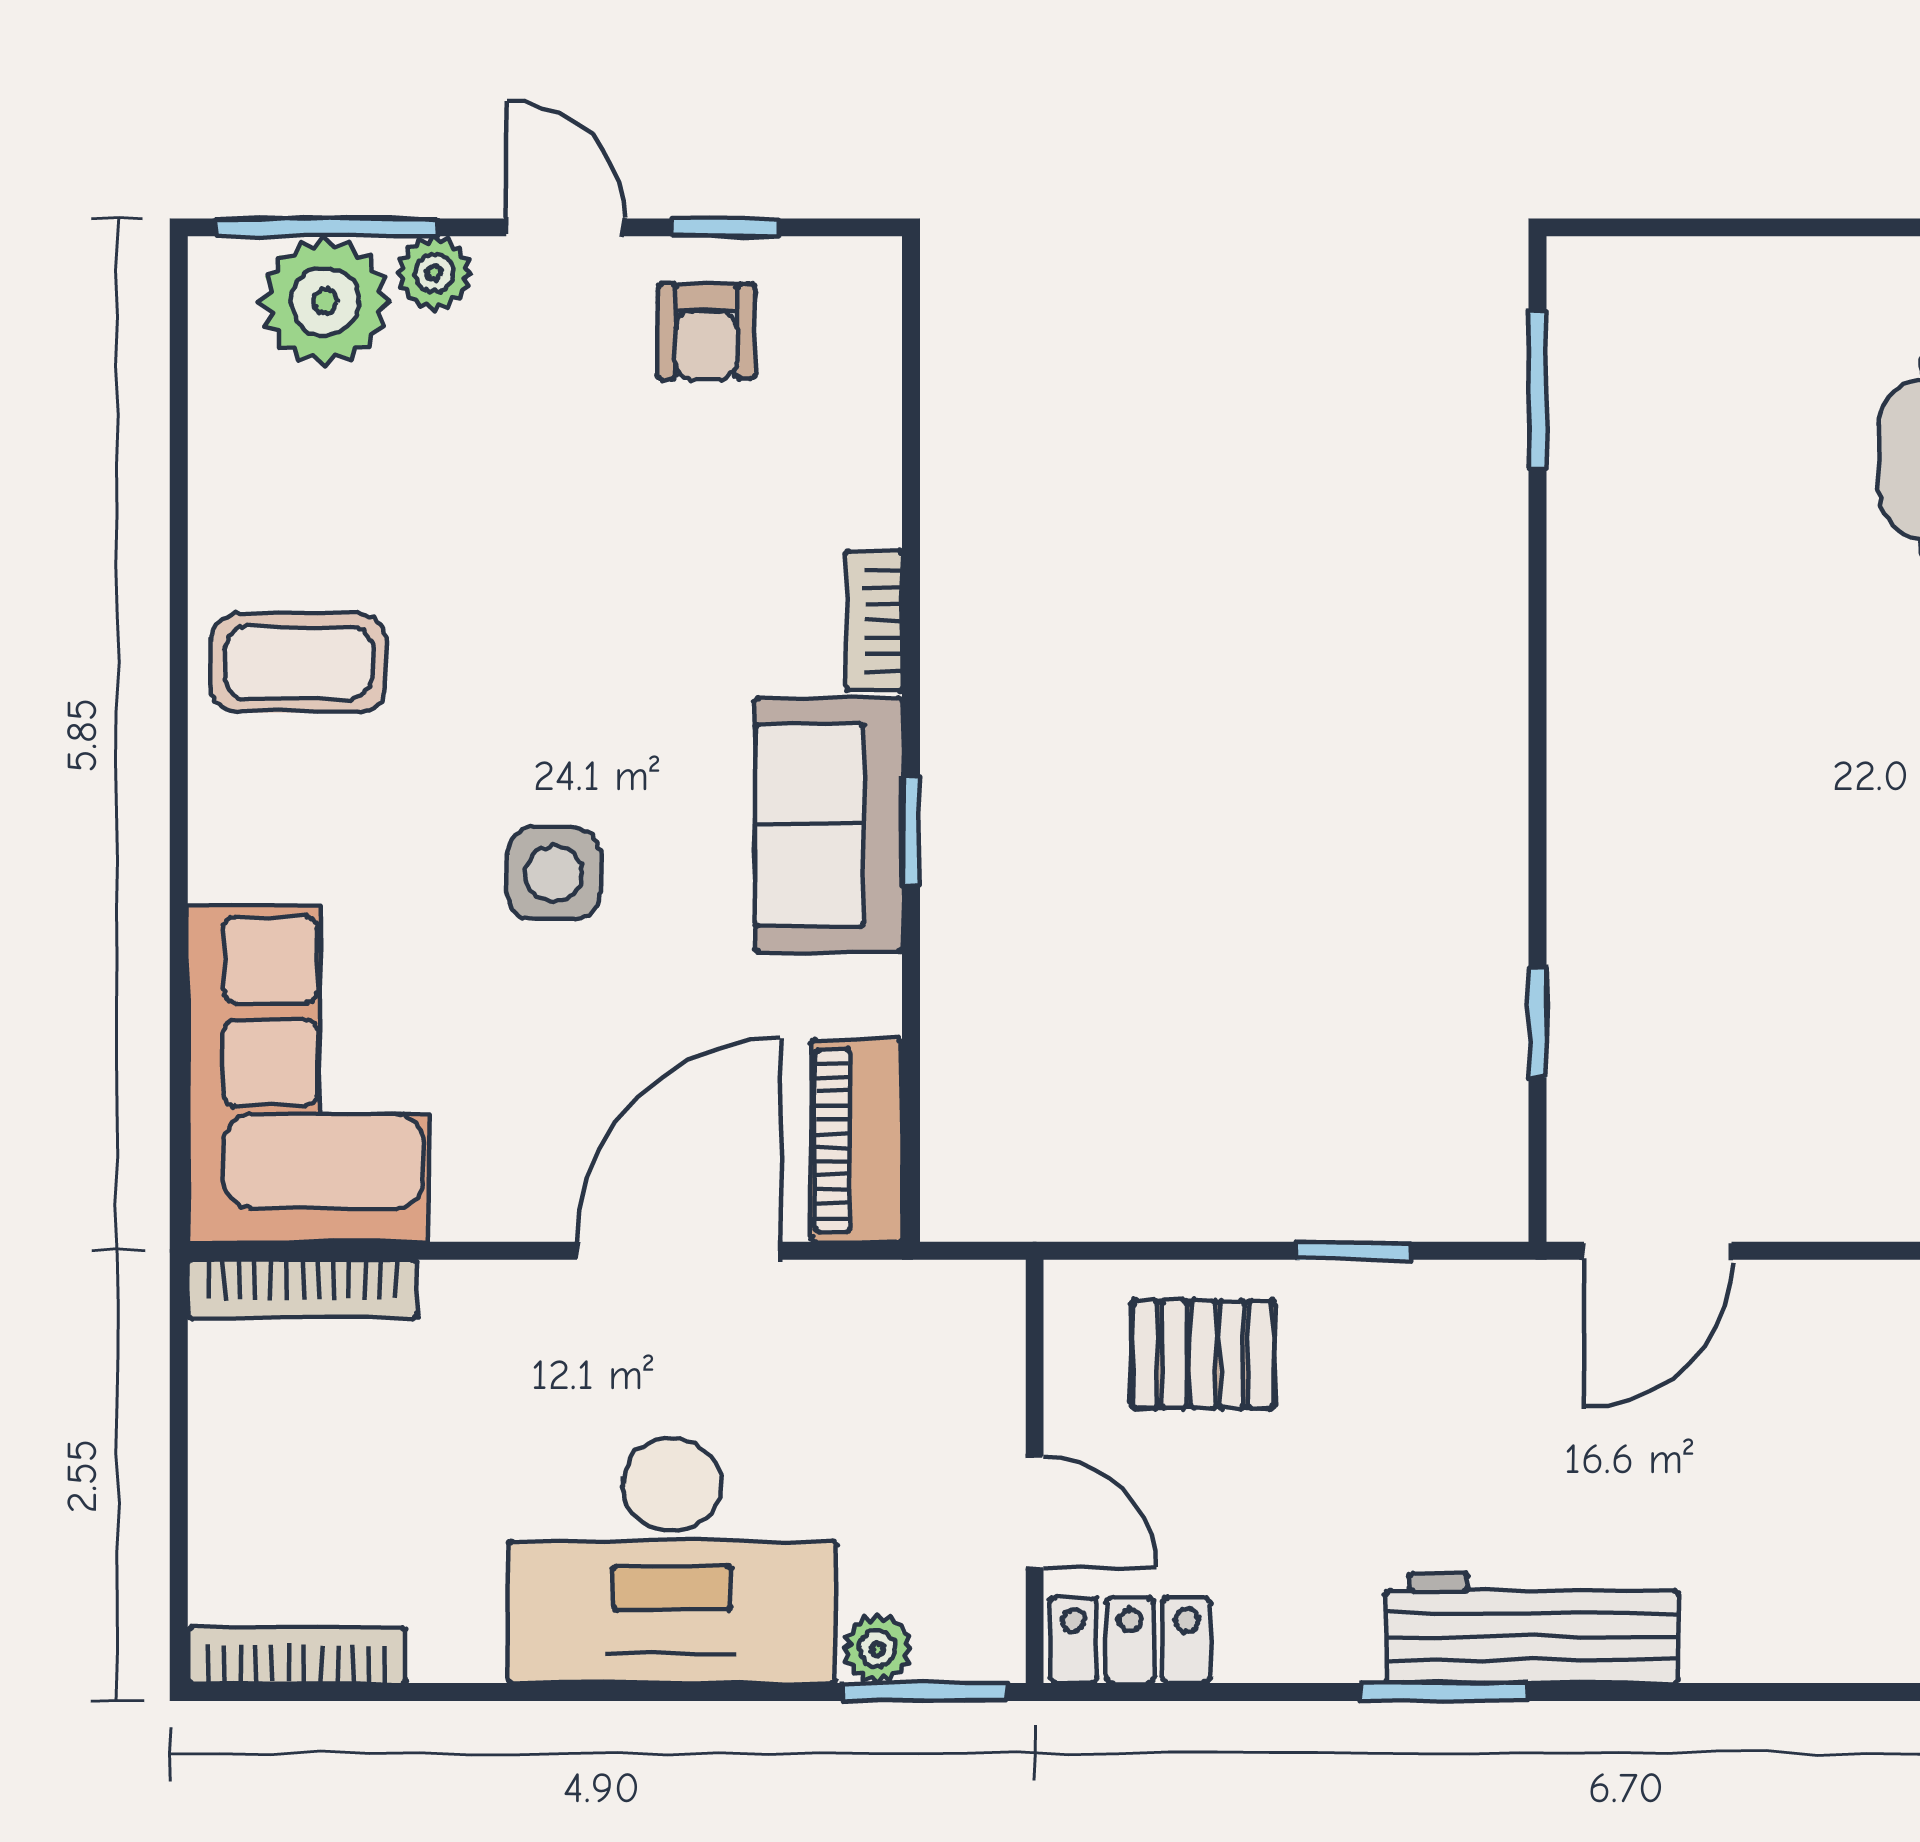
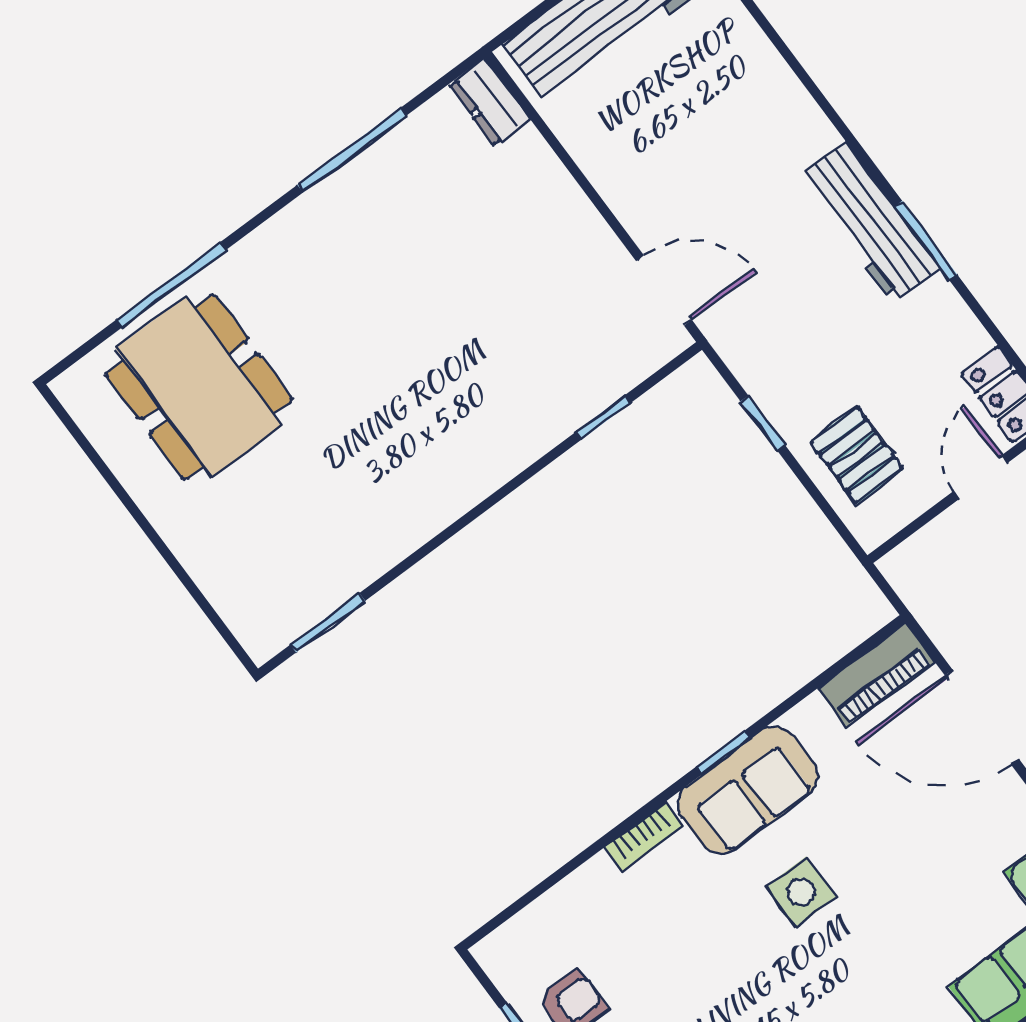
side table: (553, 873) -> (801, 892), moved

